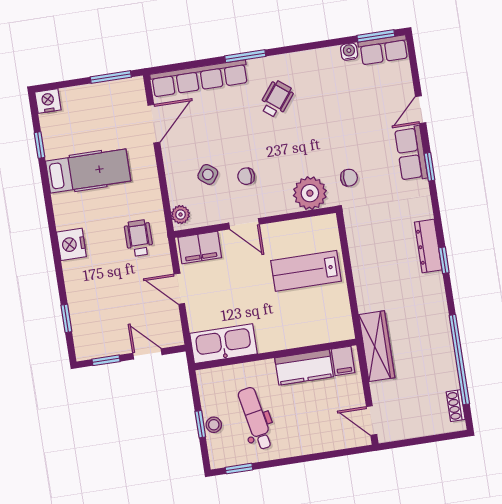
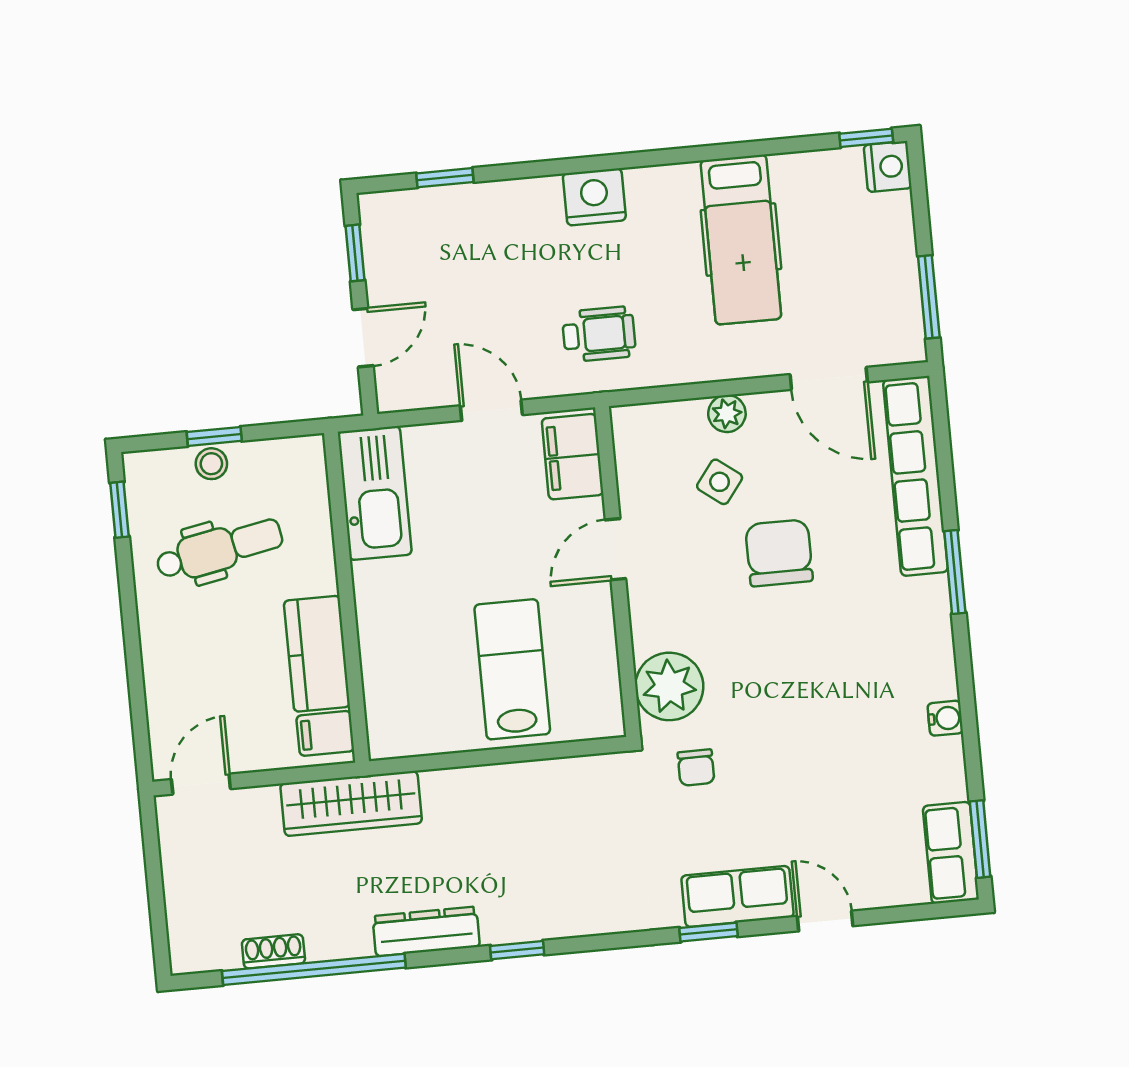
water cooler: (349, 52) -> (945, 718), moved
wheelchair: (276, 99) -> (864, 630), removed
window: (39, 145) -> (866, 138), moved
chair: (246, 176) -> (779, 553), moved, width x1.87, depth x1.87
plant: (180, 215) -> (727, 414), moved
dresser: (428, 246) -> (426, 931), moved
door: (179, 289) -> (491, 410), hinge flipped
shoe rack: (456, 406) -> (273, 951), moved

